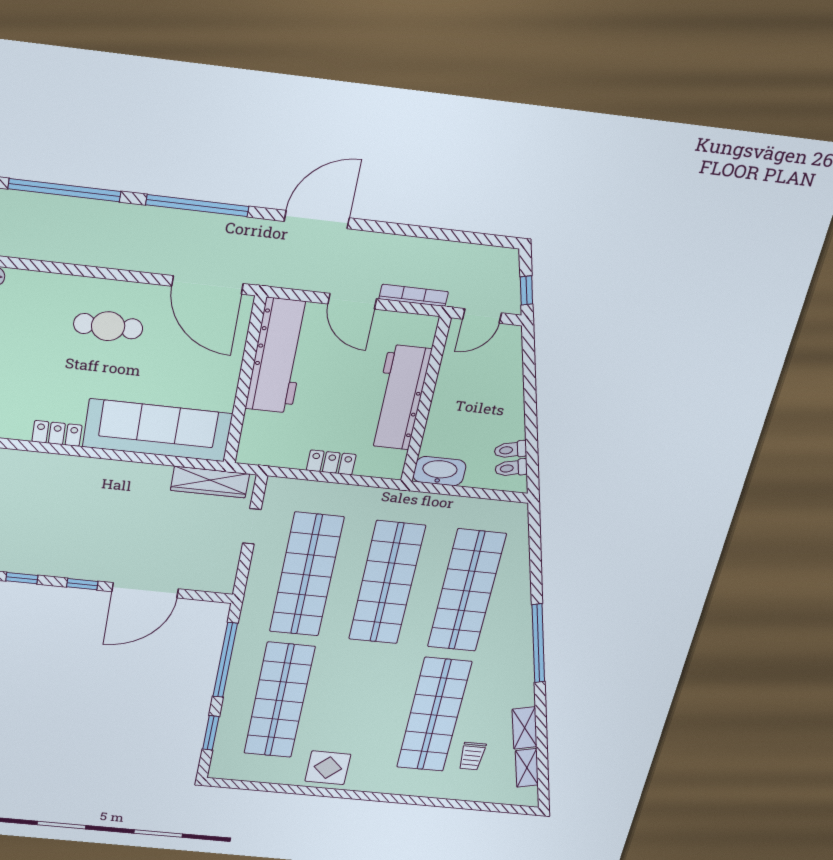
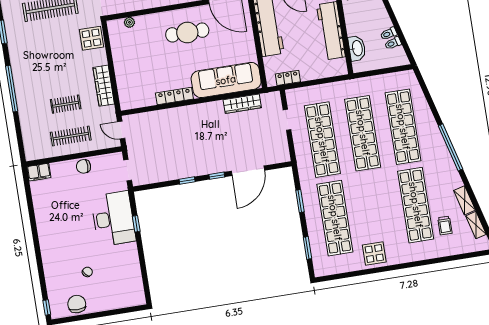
cafe table: (108, 326) -> (187, 33), width x1.37, depth x1.35
locker: (57, 433) -> (174, 96), width x1.53
locker: (331, 462) -> (288, 78), moved
toilet: (511, 468) -> (389, 34), moved
washbasin: (439, 471) -> (357, 48), moved, turned 90
wardrobe: (210, 482) -> (242, 104), moved
window: (225, 660) -> (300, 201), width x0.47

